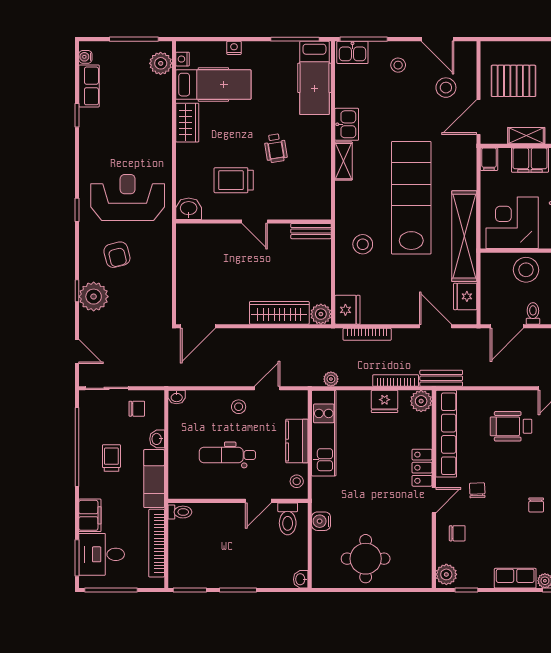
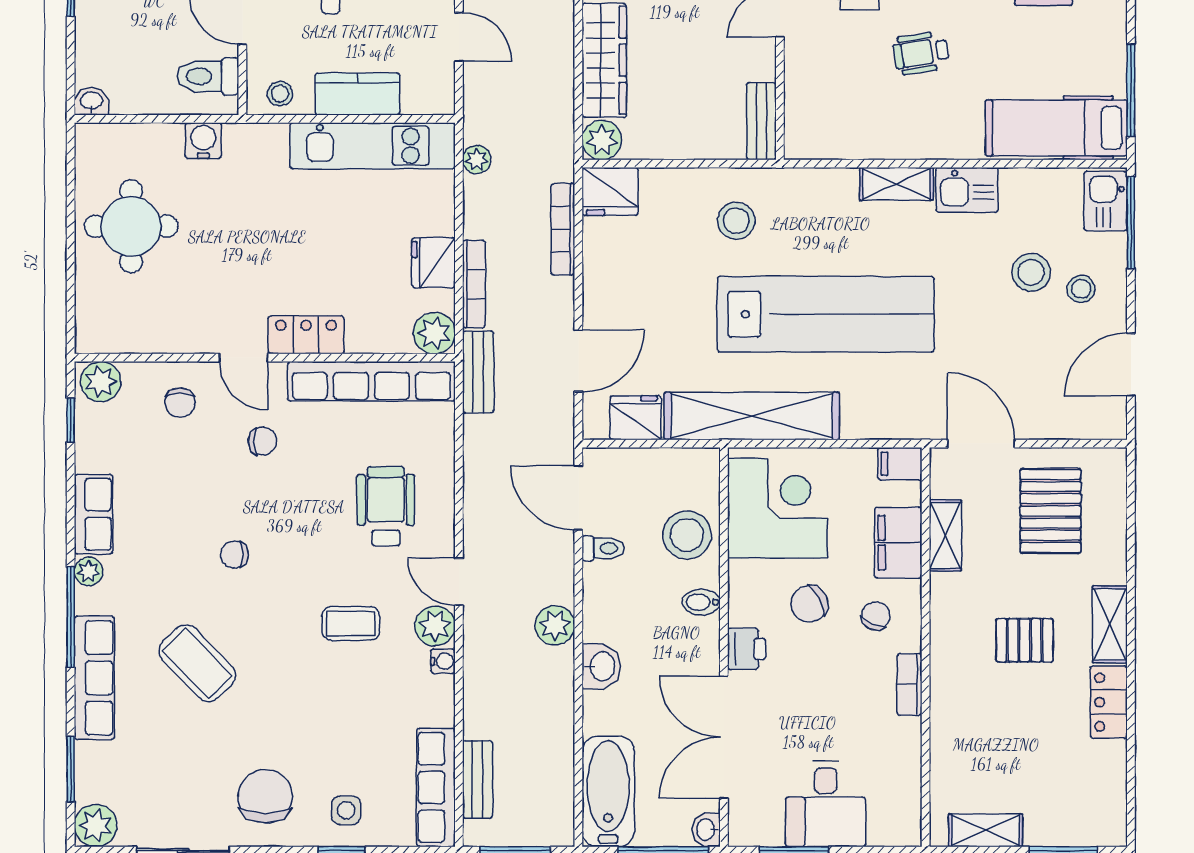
stool: (446, 88) -> (1031, 272), moved

